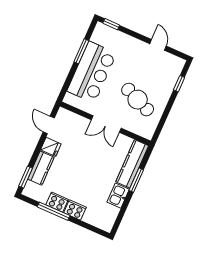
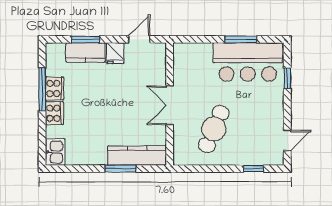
window: (111, 24) -> (287, 78), moved
door: (158, 45) -> (287, 140), moved
bar counter: (92, 72) -> (248, 62), moved
window: (26, 177) -> (85, 39), moved
kitchen sink: (118, 196) -> (55, 152), moved, turned 90

